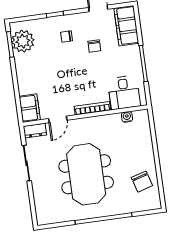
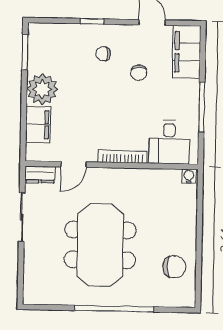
plant: (23, 41) -> (42, 89), moved
filing cabinet: (30, 108) -> (38, 125), moved
water cooler: (127, 117) -> (189, 176), moved
chair: (142, 182) -> (174, 267), turned -74

